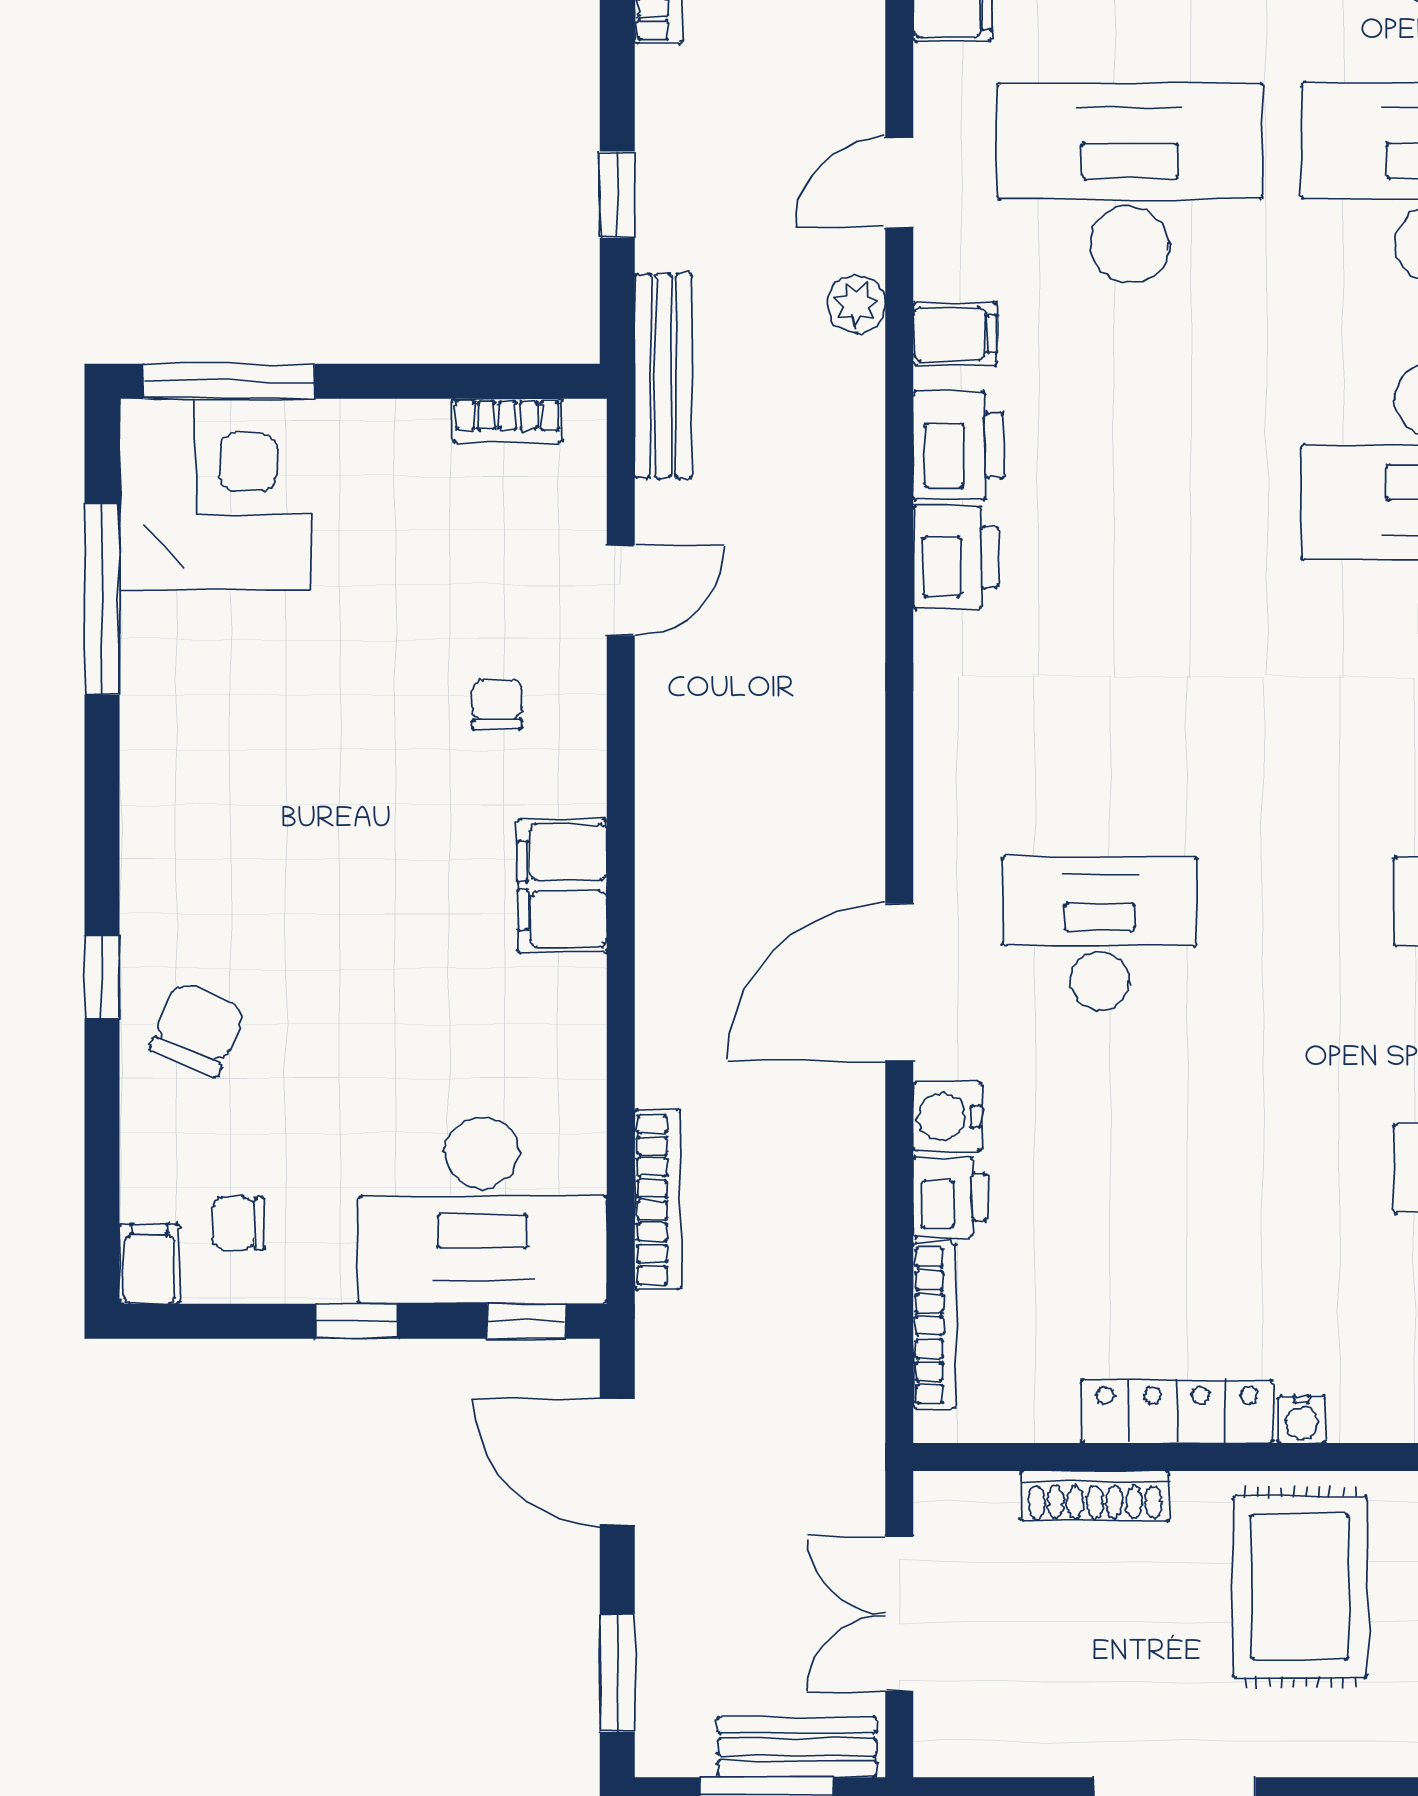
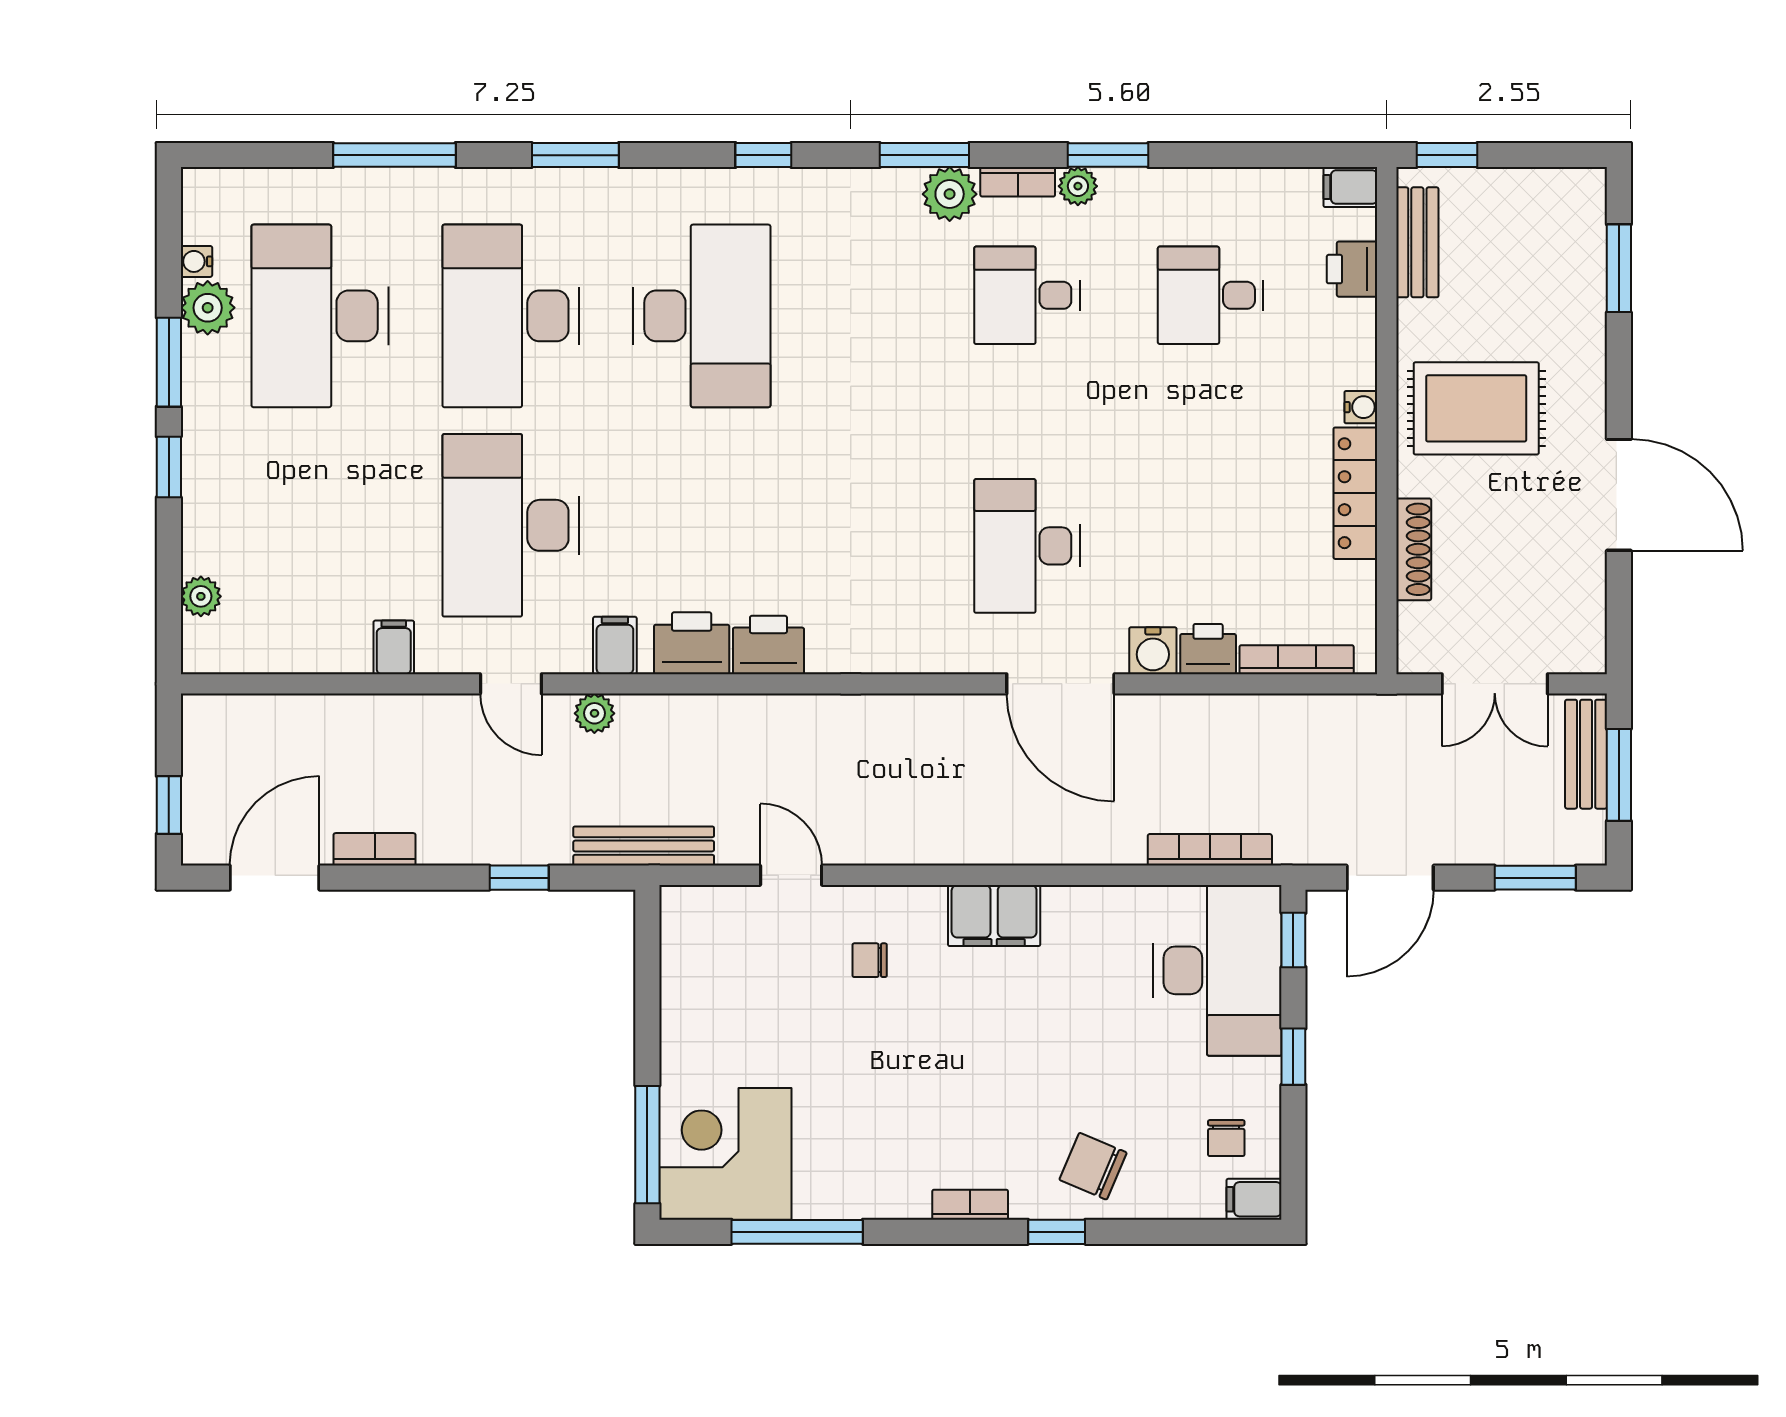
bookcase: (507, 421) -> (970, 1205), moved, turned -90

